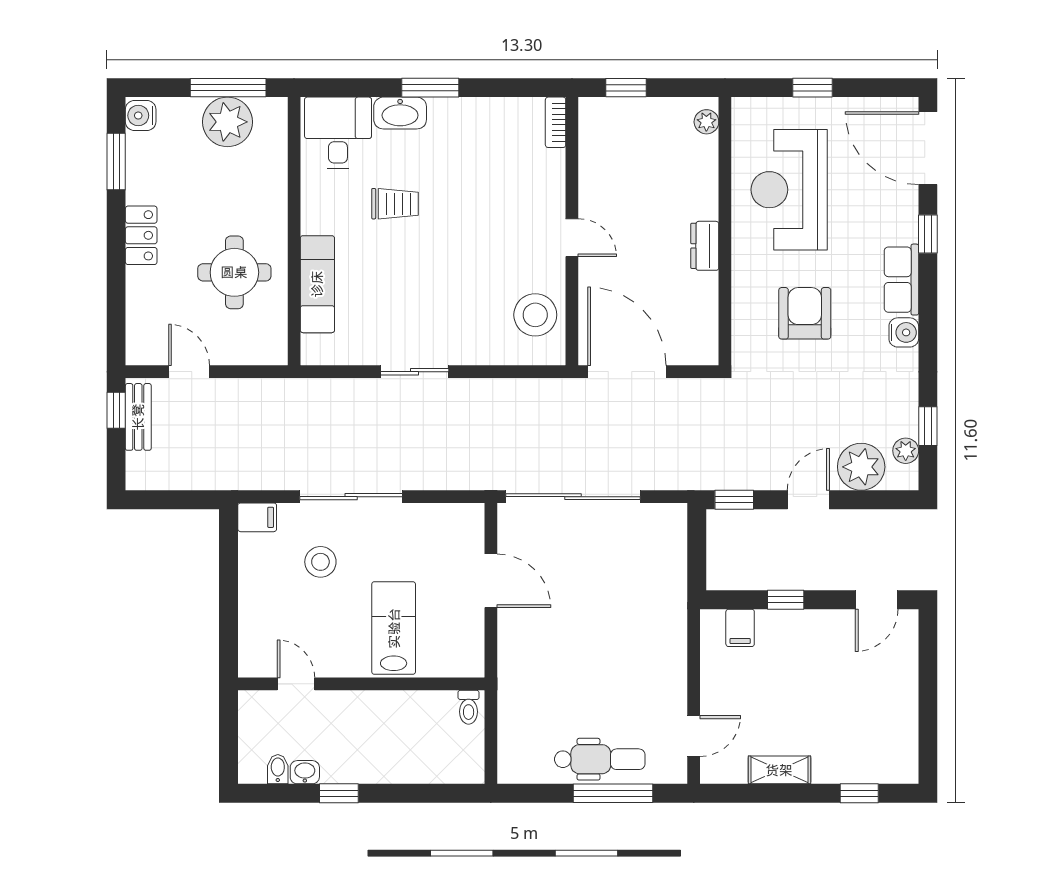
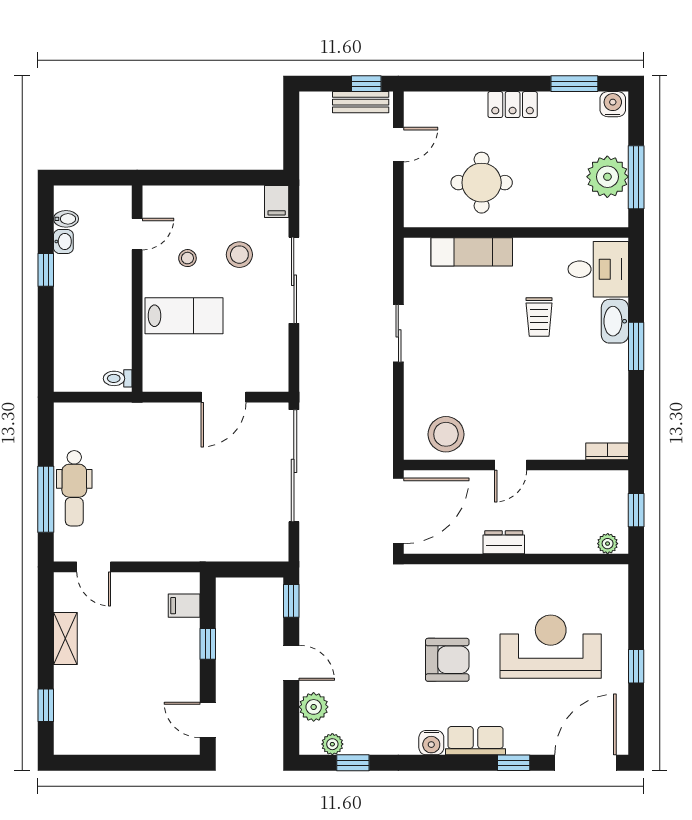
plant: (706, 122) -> (608, 544), moved
wall: (725, 231) -> (516, 559), moved
dresser: (705, 246) -> (504, 542), moved
plant: (861, 467) -> (314, 707), width x0.73, depth x0.73
stool: (325, 624) -> (187, 258), added

